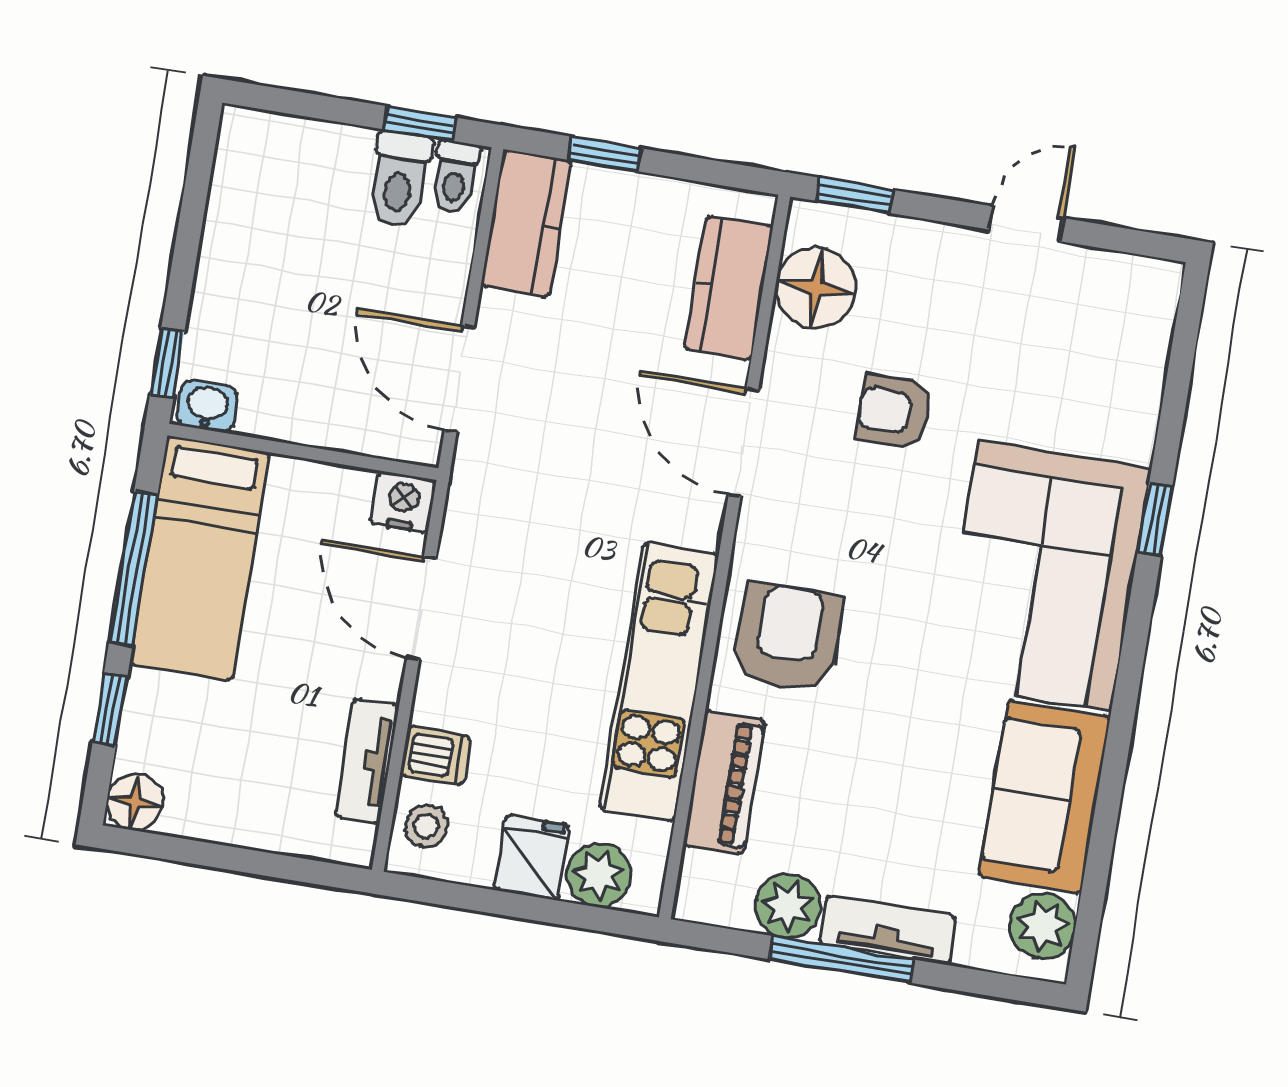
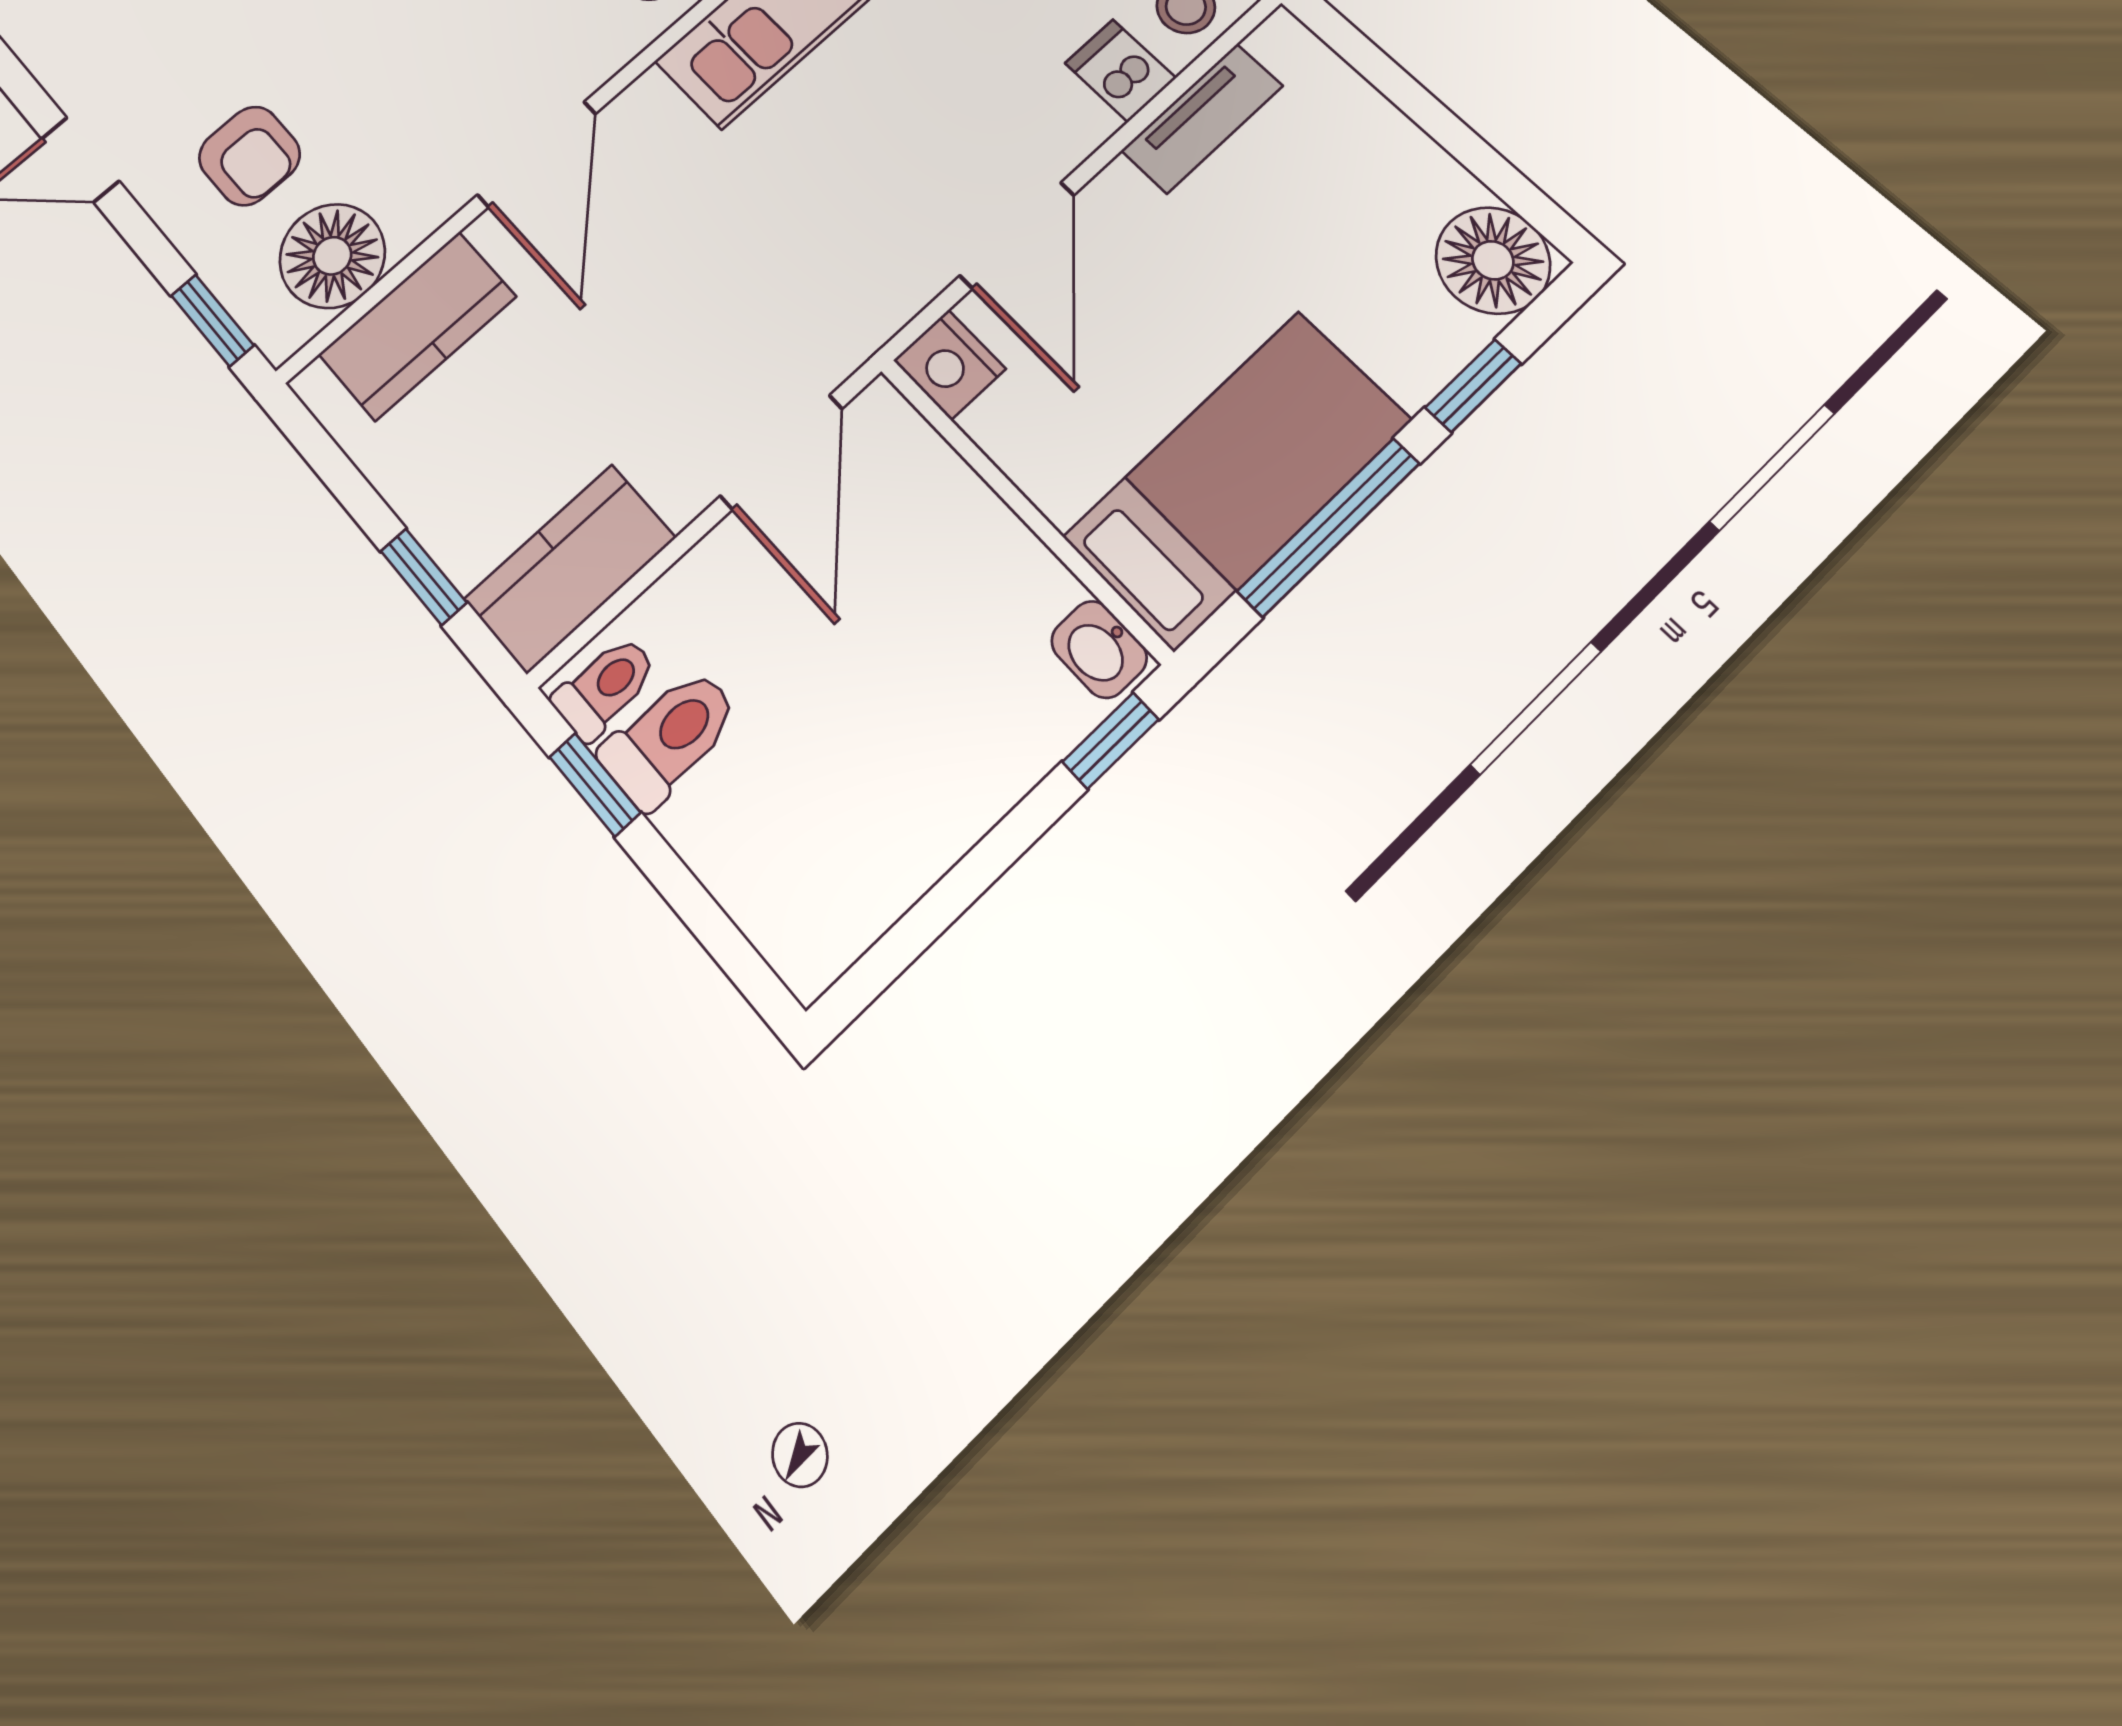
armchair: (894, 412) -> (249, 156), moved
floor lamp: (135, 802) -> (1493, 260), width x1.38, depth x1.38

